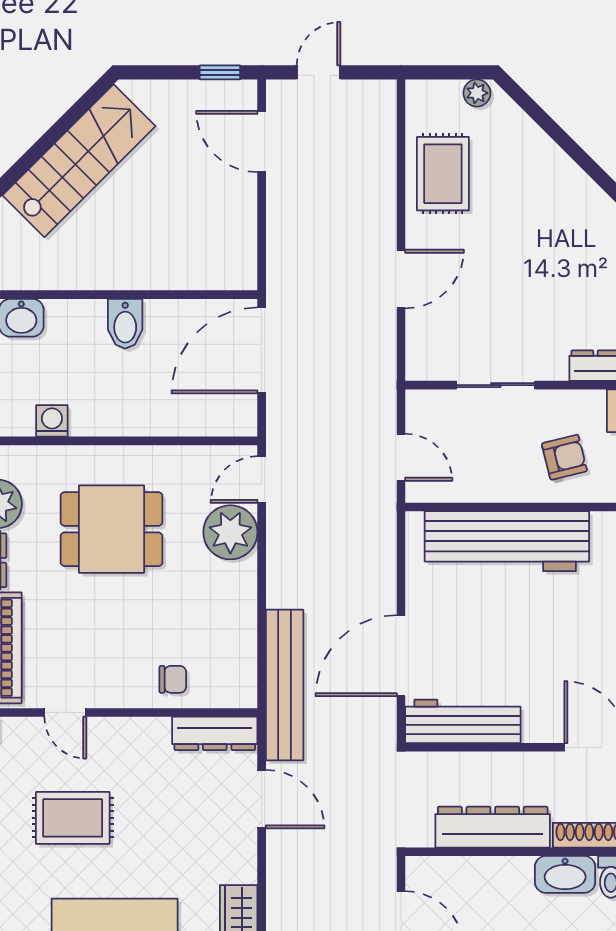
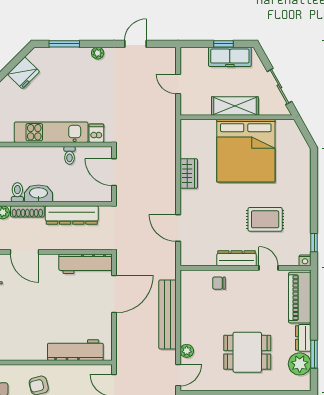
plant: (230, 532) -> (187, 351), width x0.53, depth x0.53
workbench: (507, 541) -> (75, 350), width x0.73, depth x0.76
bench: (285, 685) -> (168, 315), moved
dresser: (215, 733) -> (237, 258), moved

